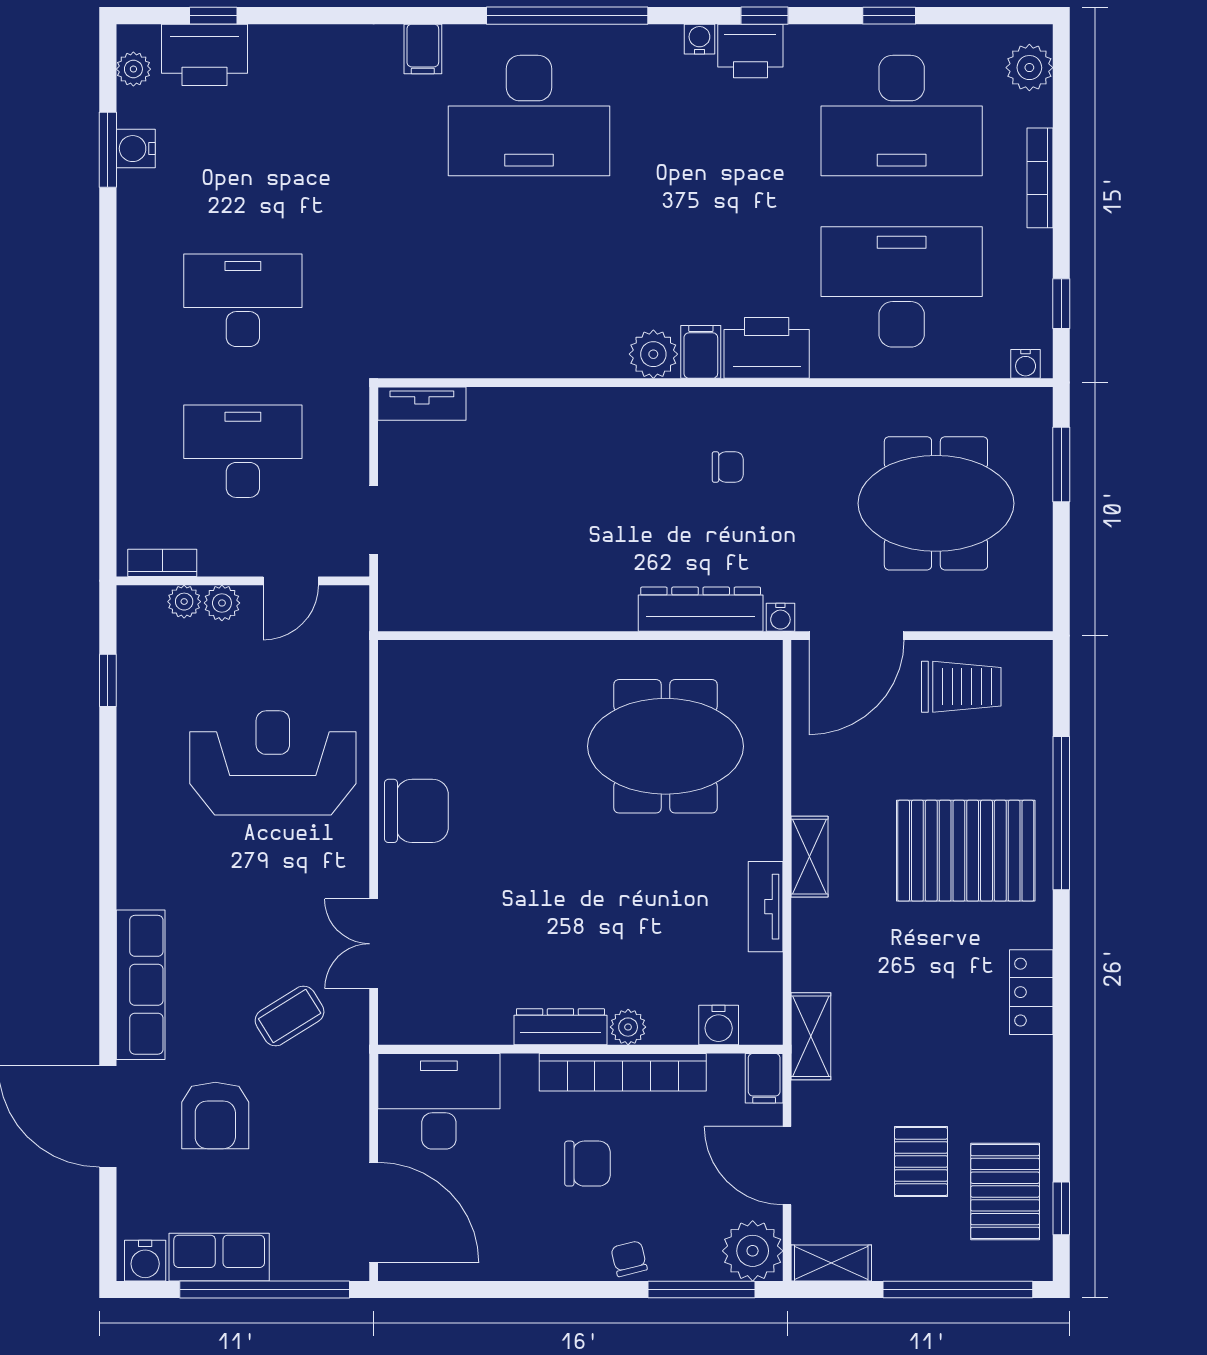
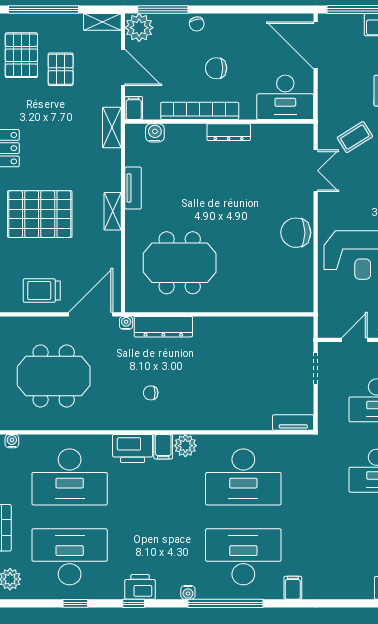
water cooler: (699, 39) -> (188, 592), moved
desk: (529, 287) -> (243, 477), added
plant: (628, 1027) -> (197, 132), removed

